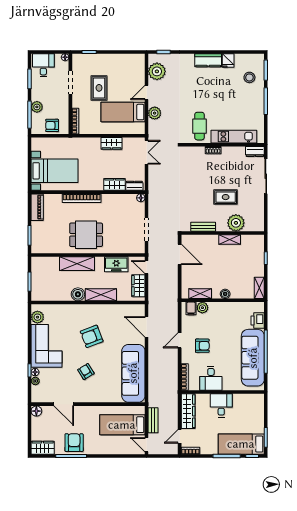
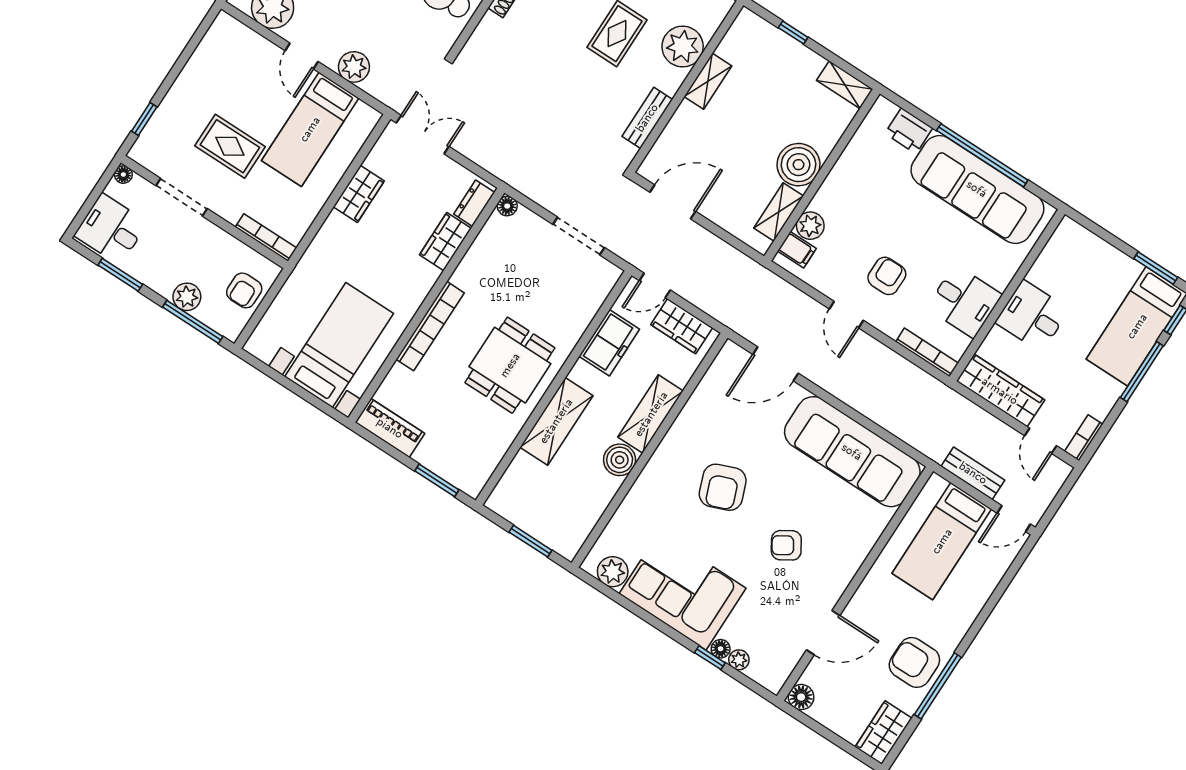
boiler: (225, 294) -> (799, 165), width x1.86, depth x1.86

